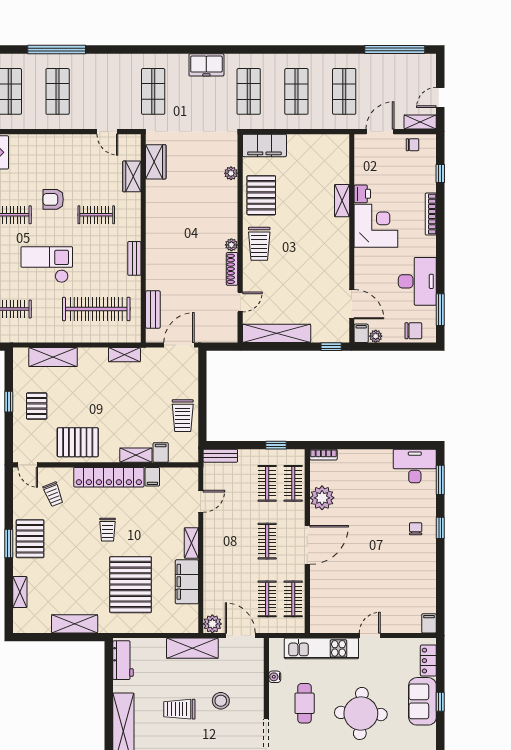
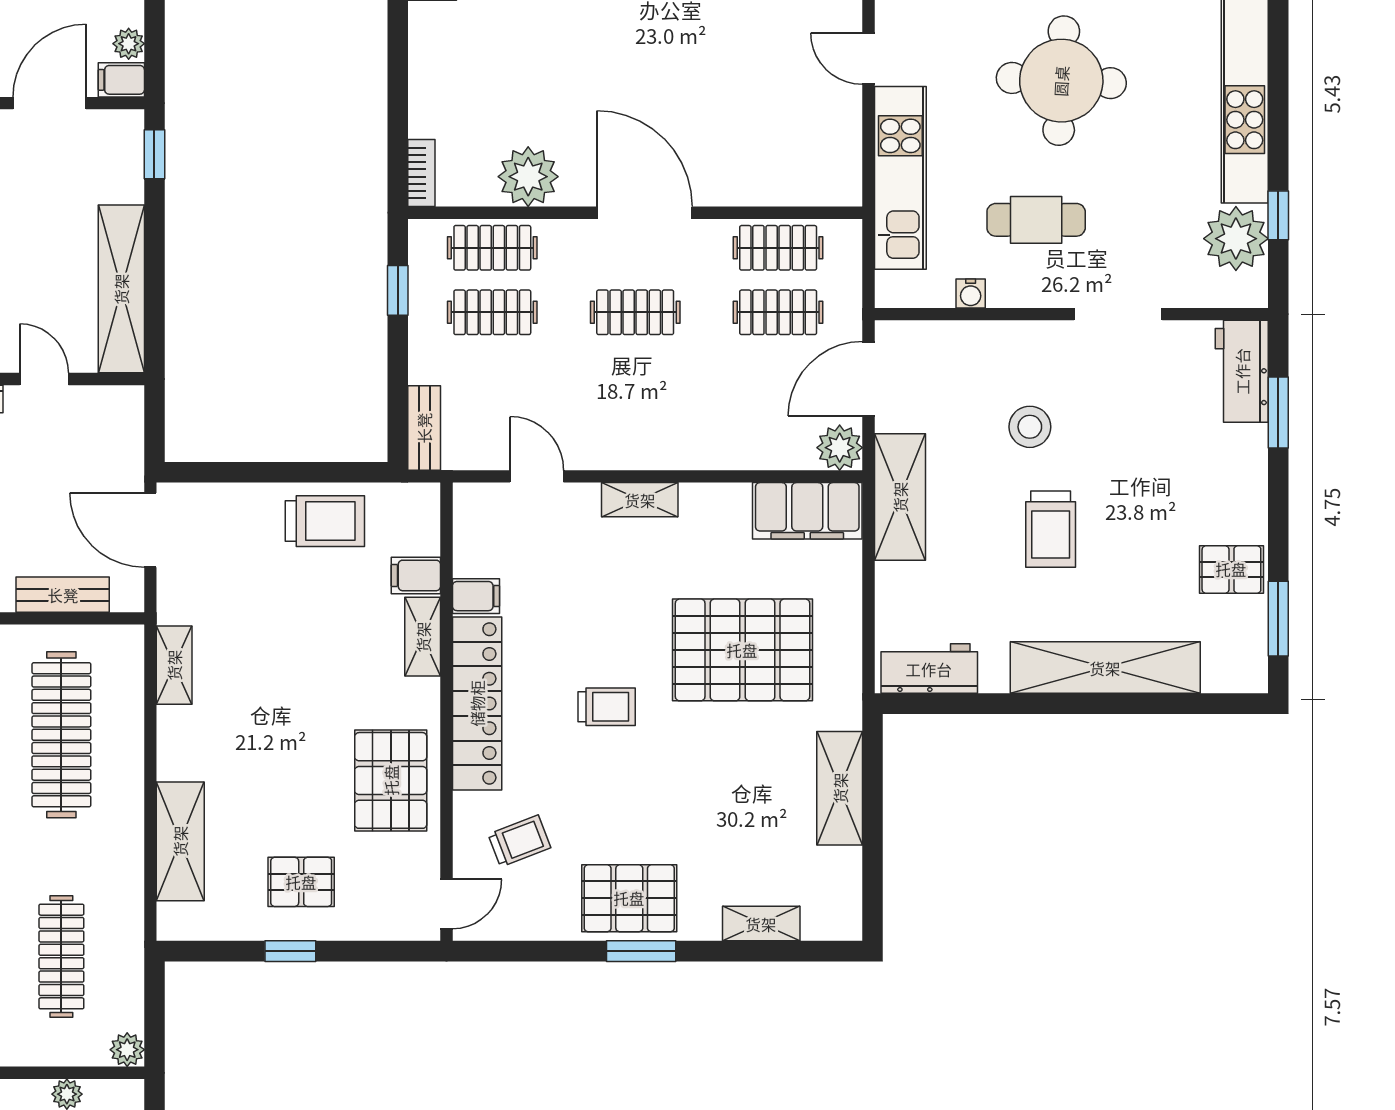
filing cabinet: (187, 582) -> (807, 511), moved

